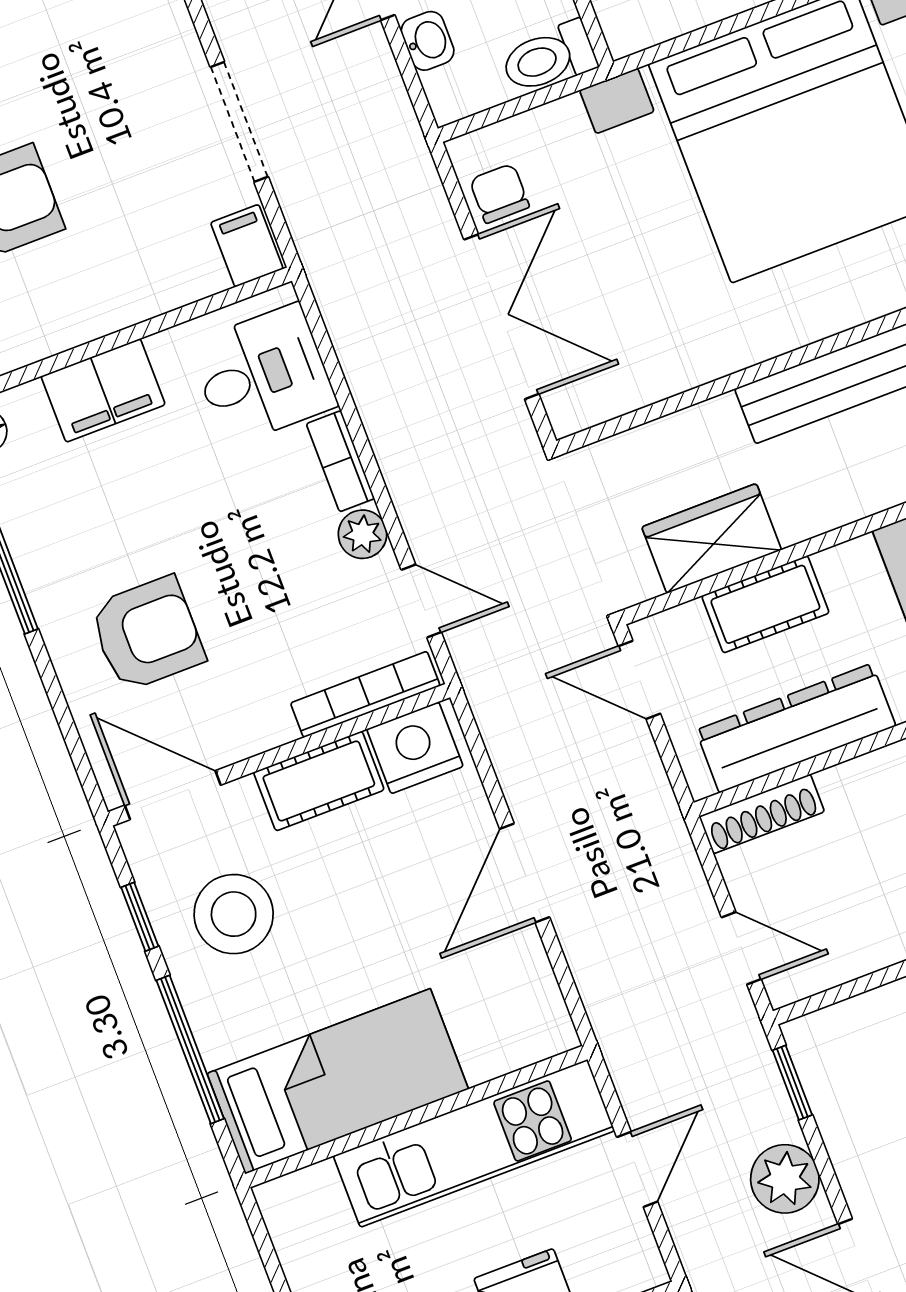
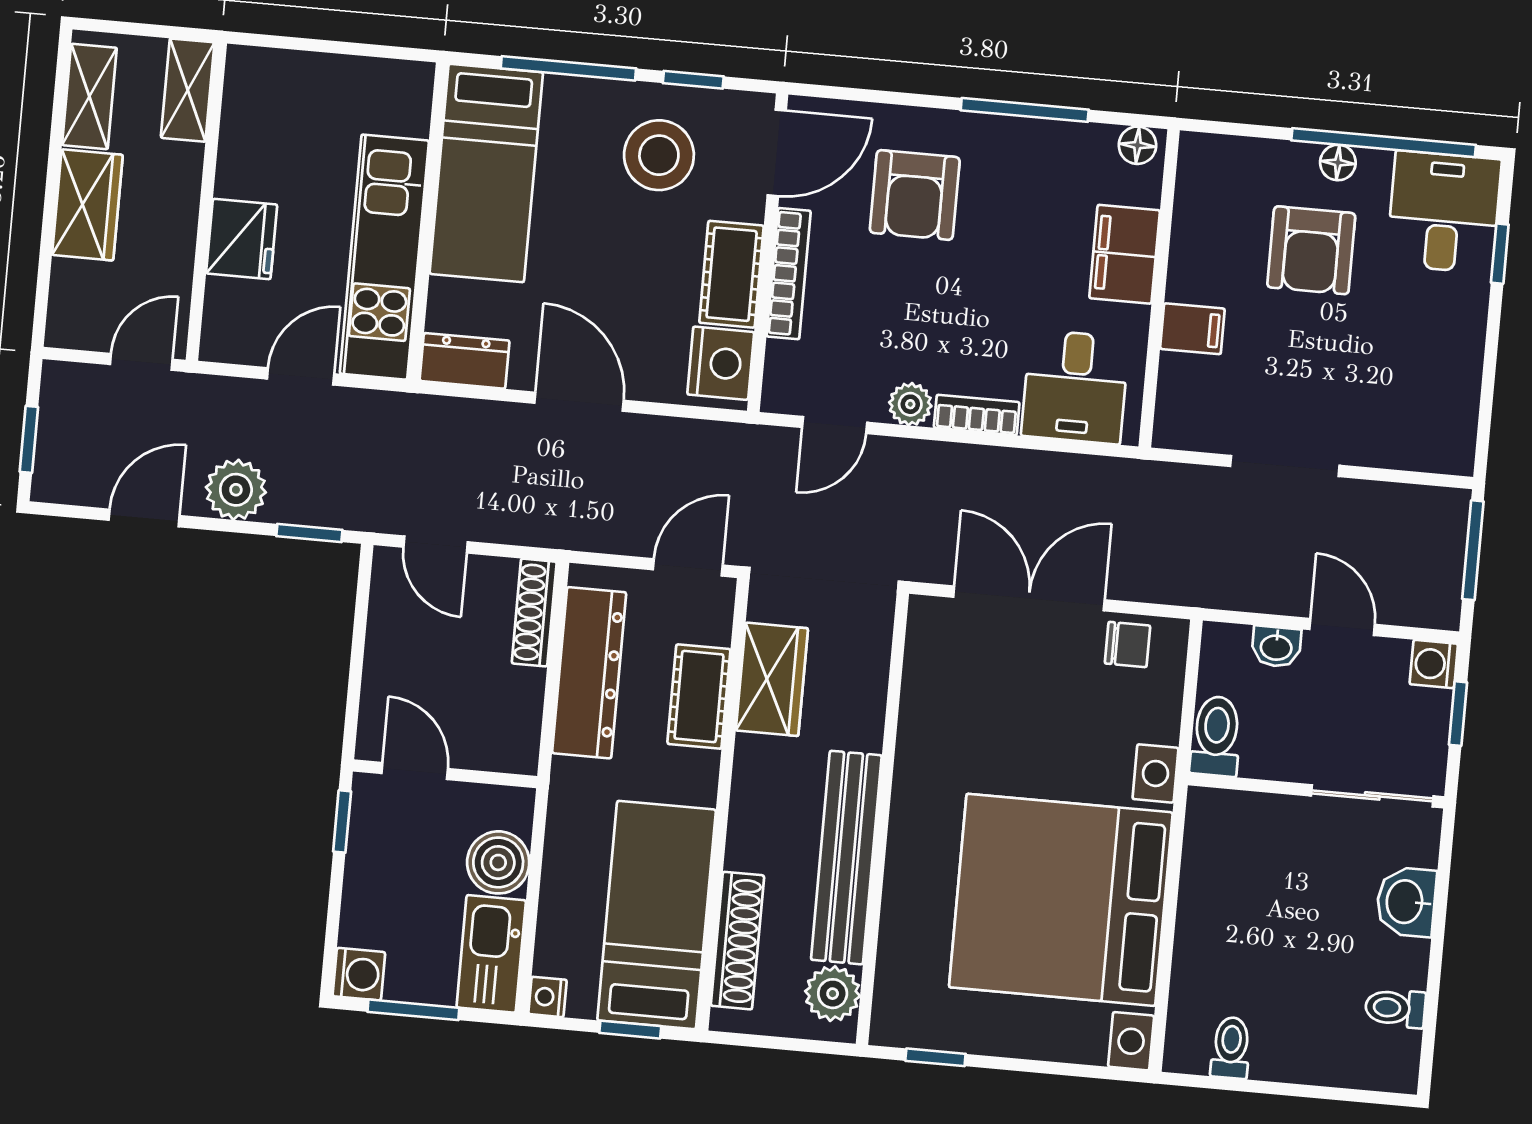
filing cabinet: (247, 246) -> (1192, 329), moved
double door: (501, 317) -> (1029, 598), swing flipped
bookcase: (365, 694) -> (789, 274), moved
door: (741, 948) -> (436, 544), hinge flipped
dresser: (540, 1010) -> (465, 361), added
door: (637, 1169) -> (301, 376), swing flipped

